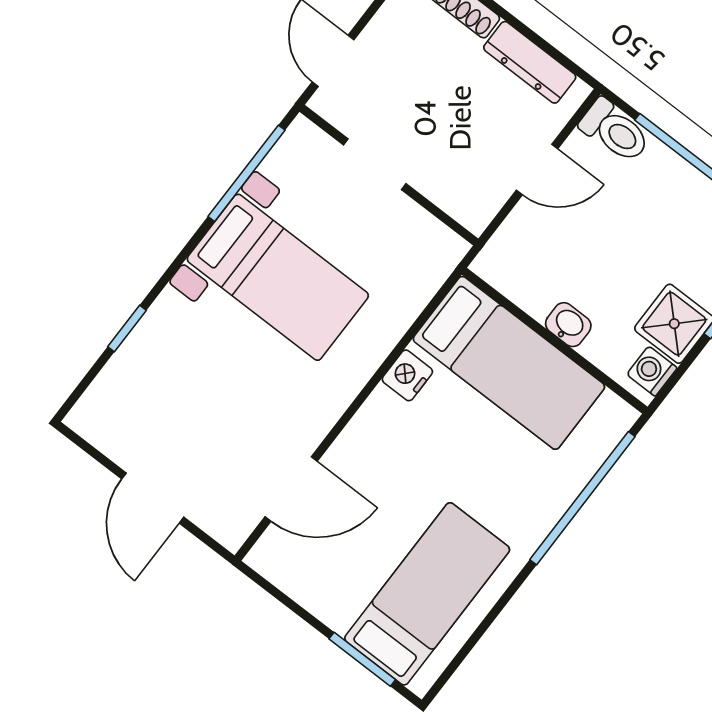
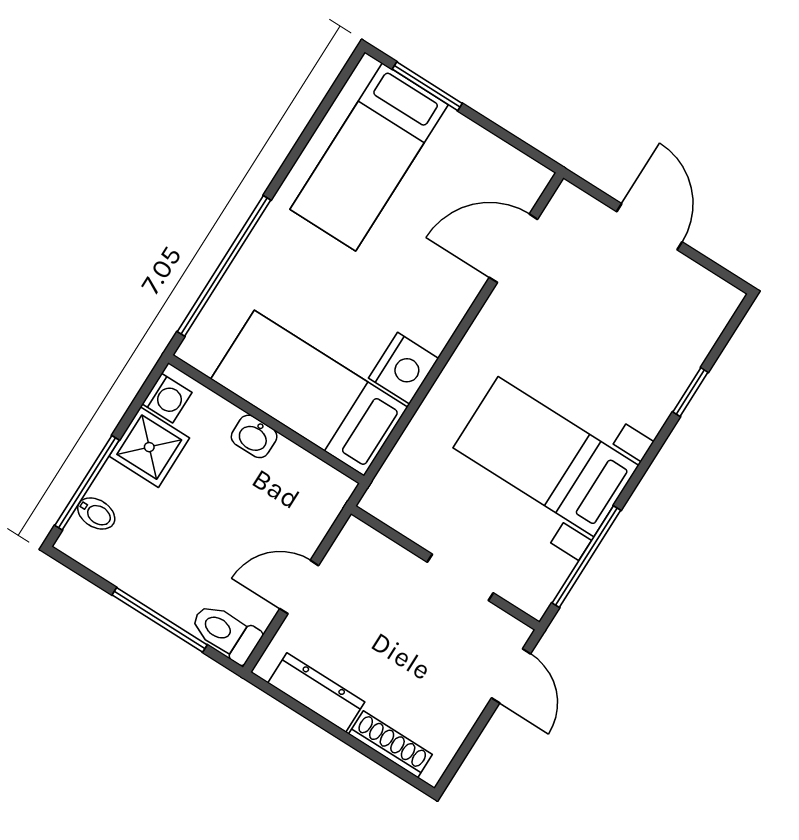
nightstand: (407, 375) -> (404, 368), width x1.36, depth x1.33

